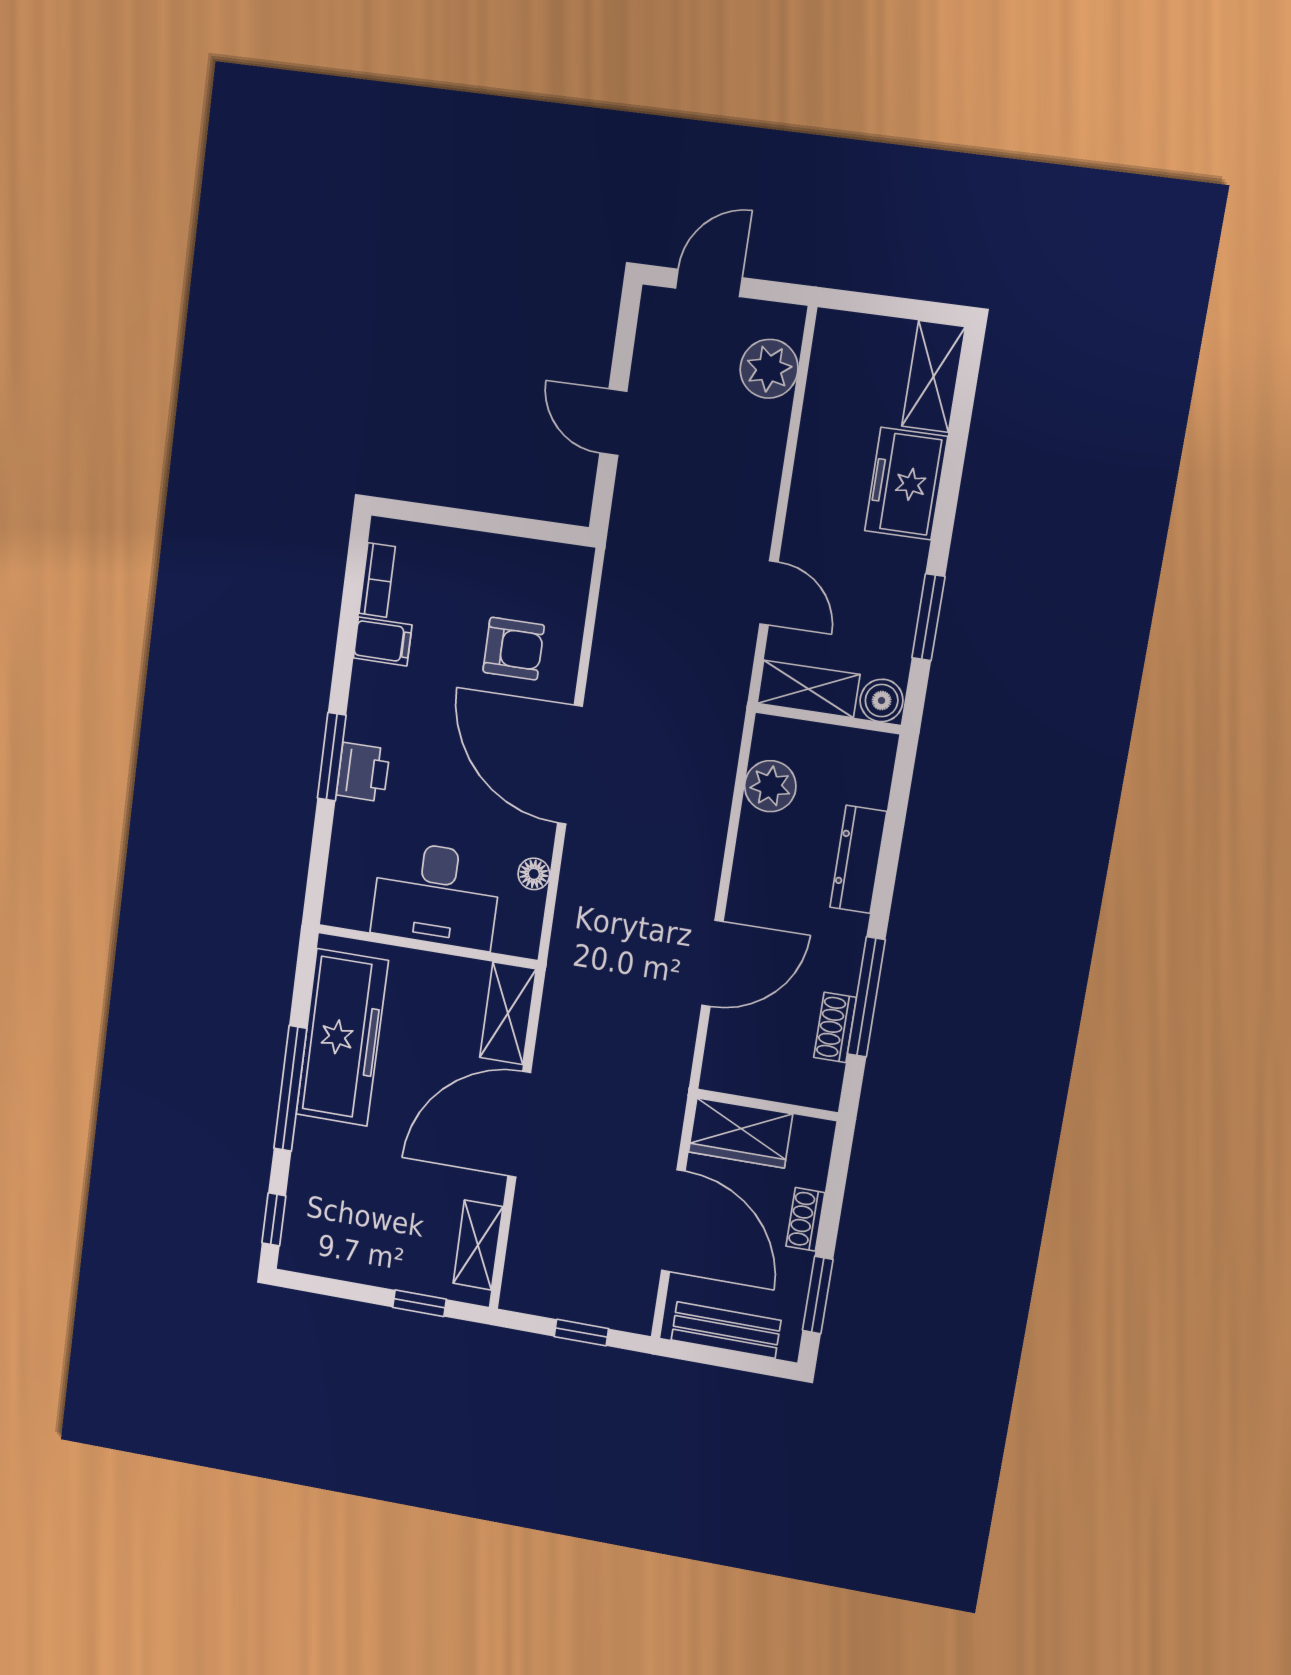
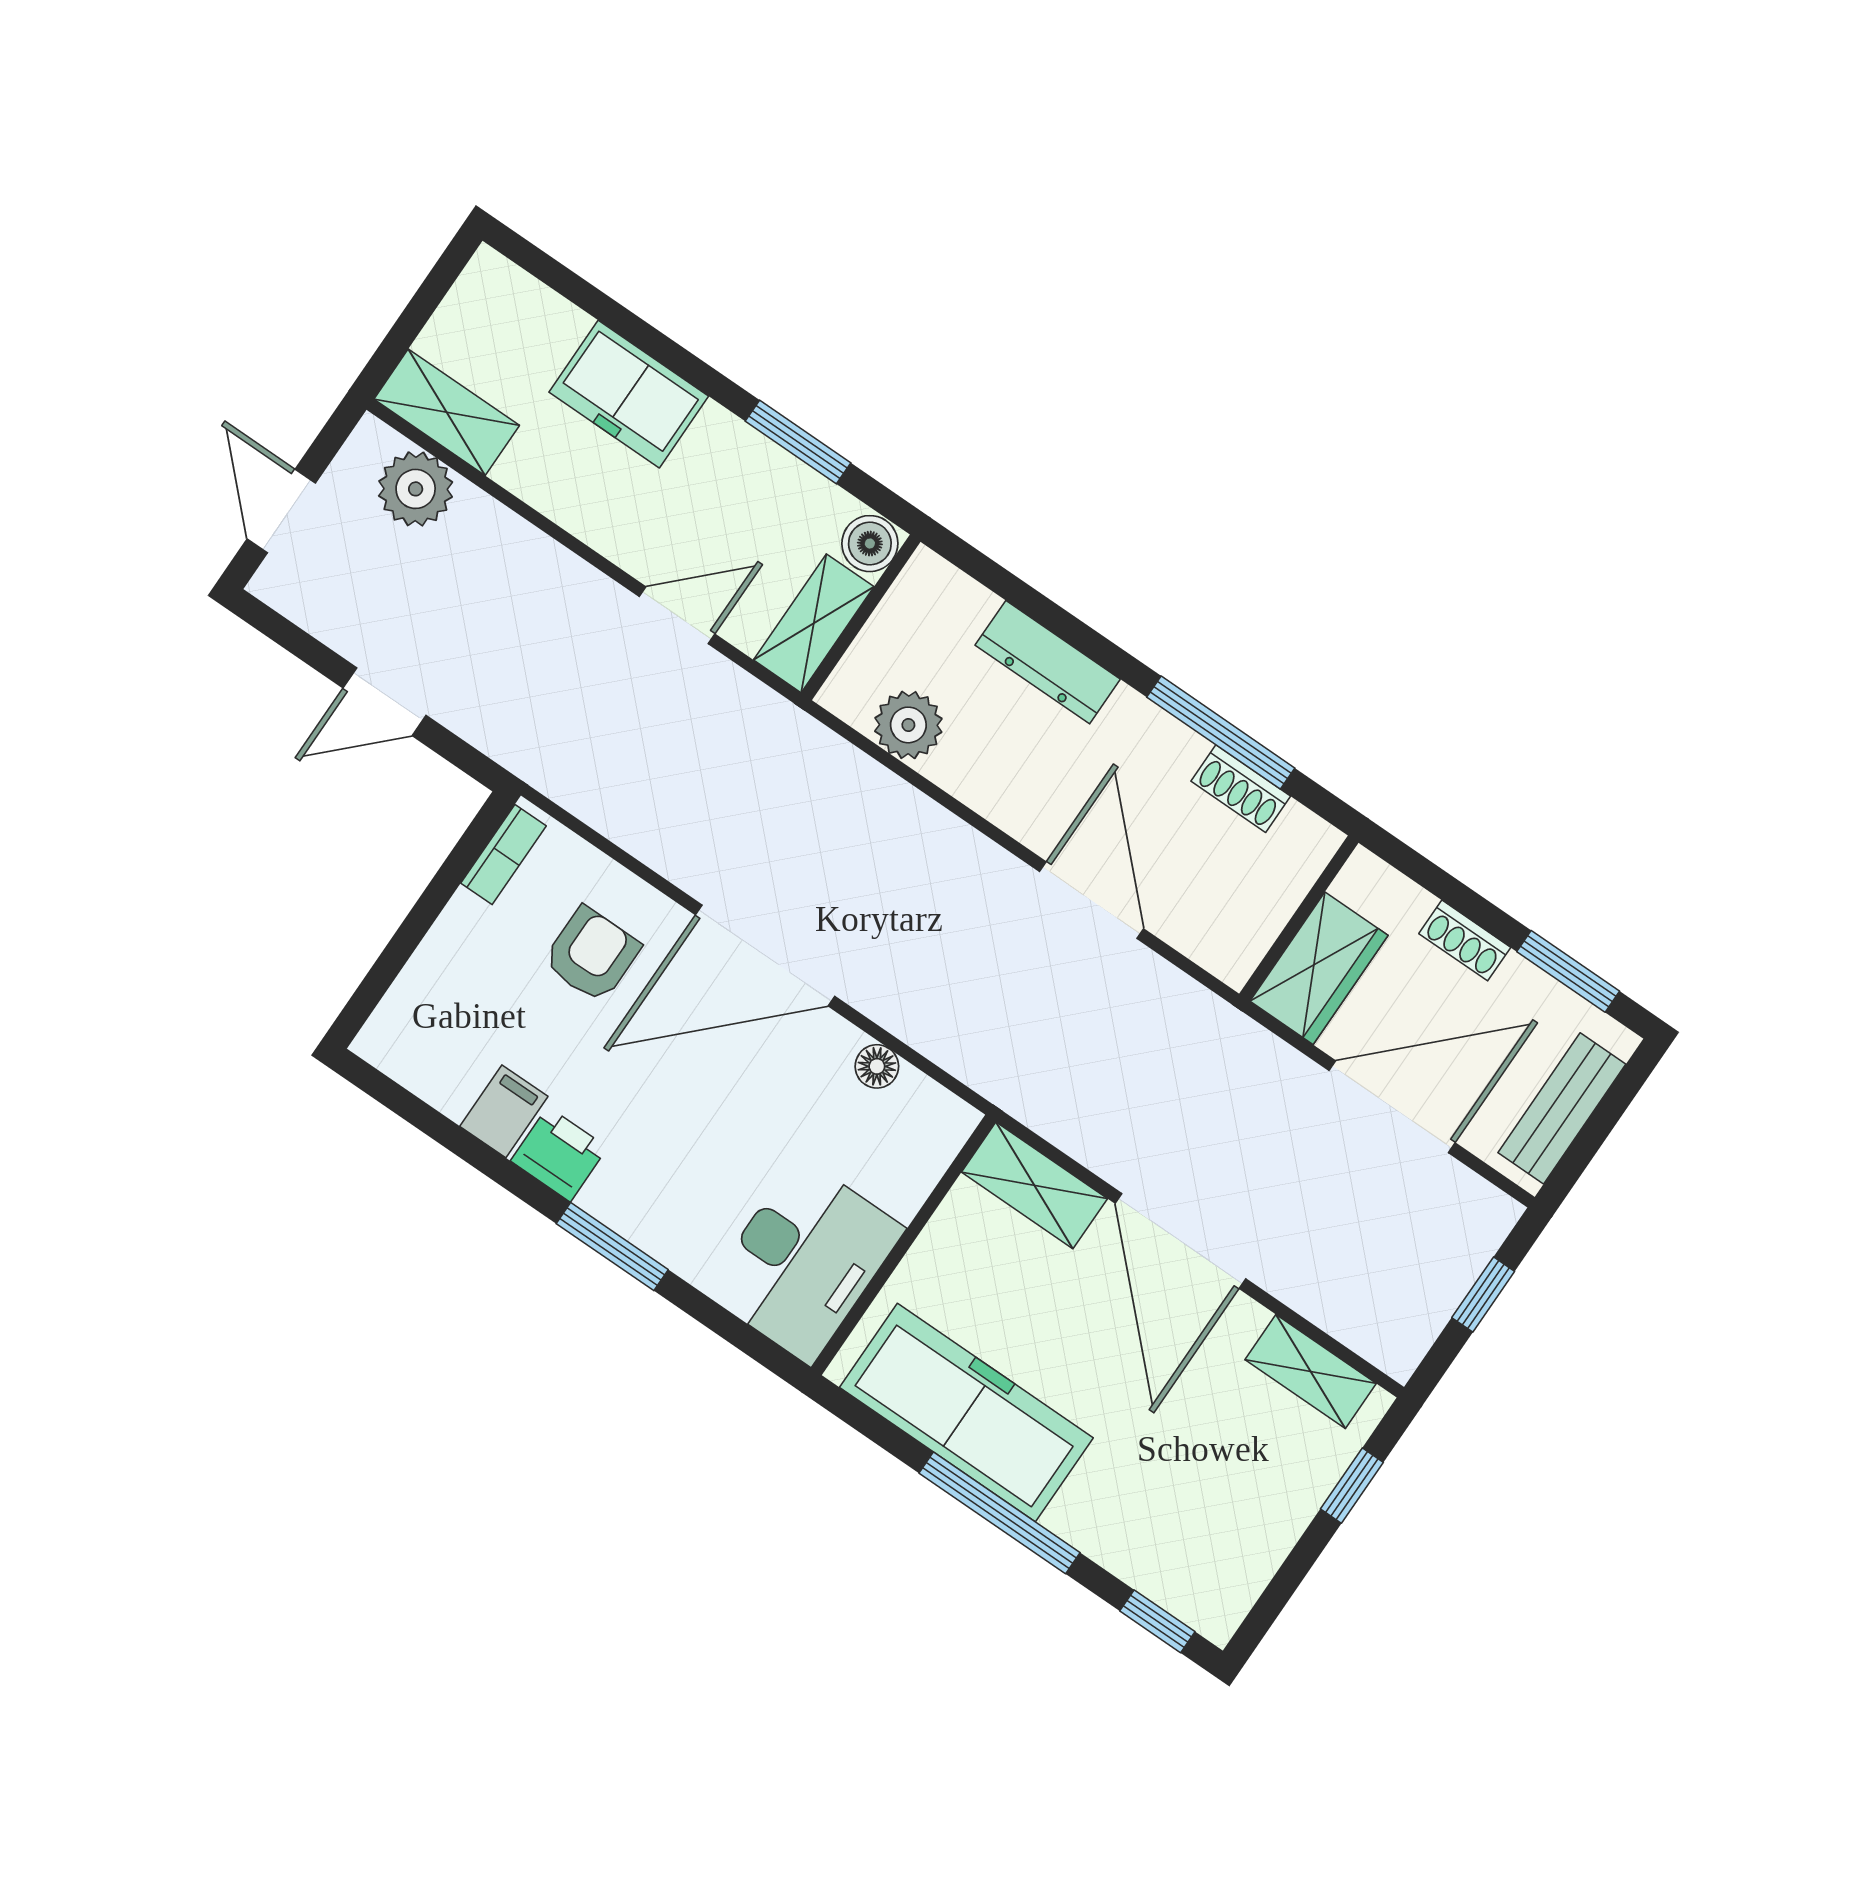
shelving: (934, 376) -> (447, 412), moved
bookcase: (377, 580) -> (503, 855), moved, turned 90
printer: (363, 772) -> (559, 1154), moved
desk: (436, 895) -> (804, 1260), moved

